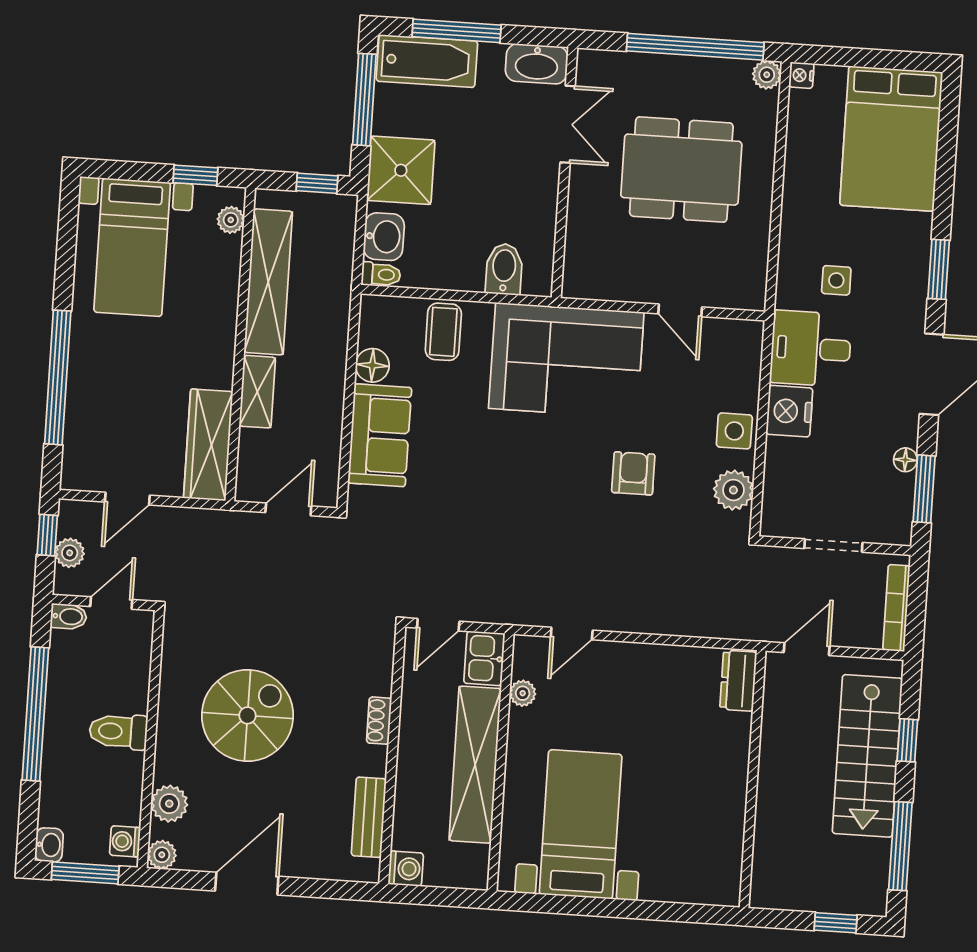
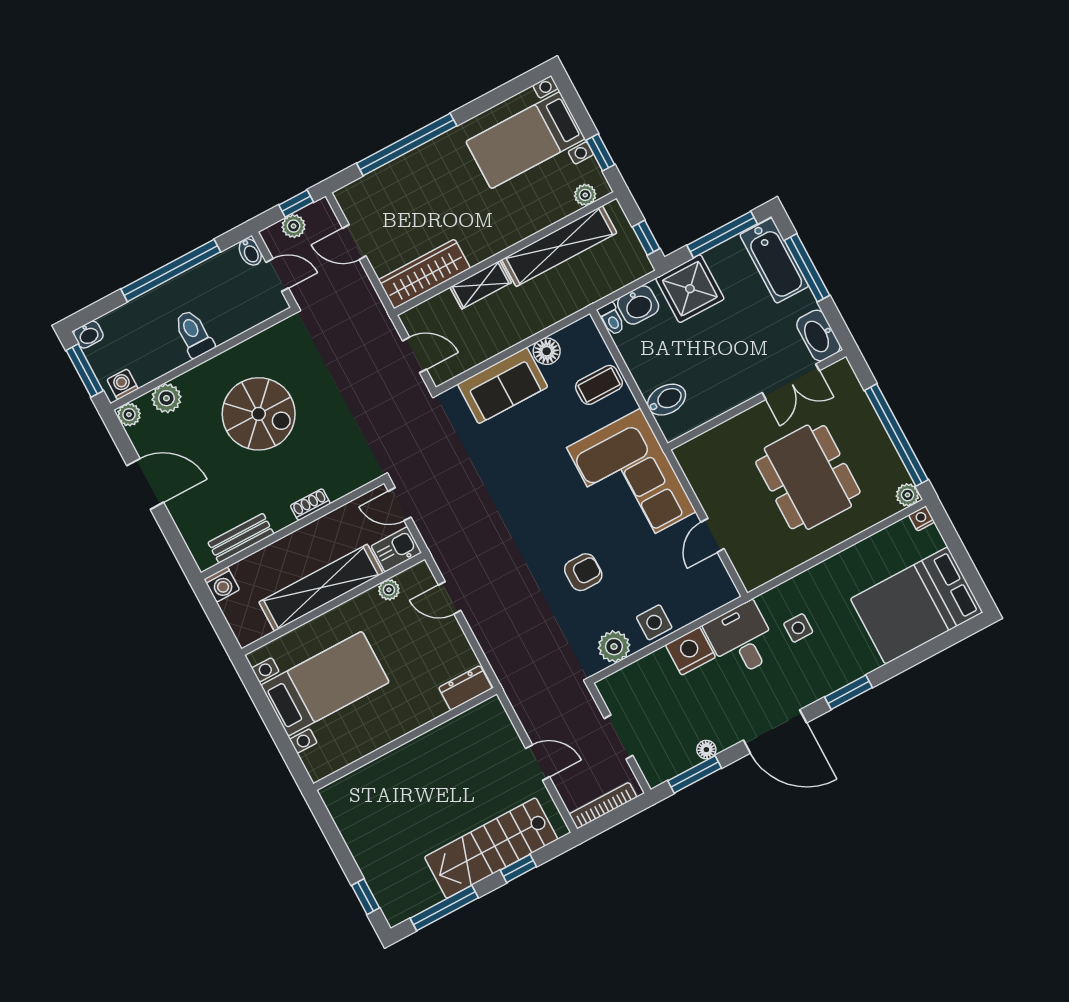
dresser: (738, 681) -> (465, 688), moved
wall: (753, 779) -> (405, 739), moved

